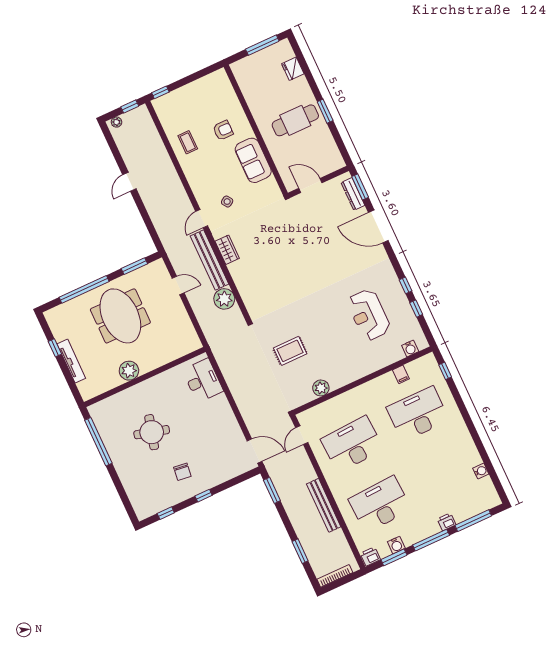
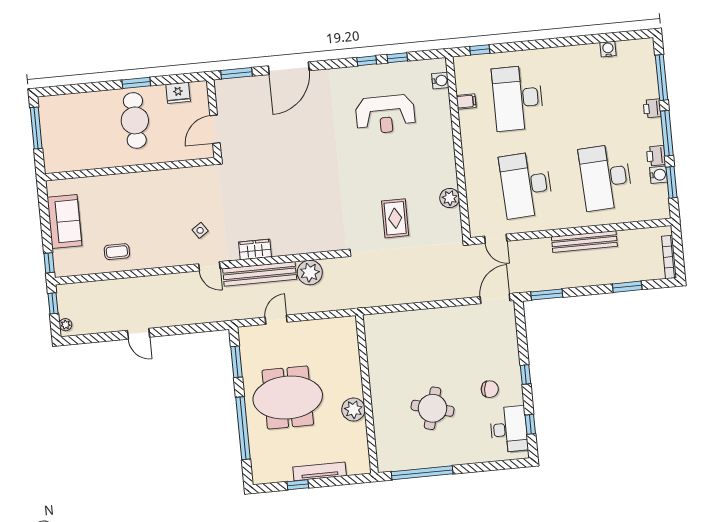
fridge: (293, 69) -> (178, 93), moved
armchair: (223, 130) -> (117, 207), removed
sofa: (253, 160) -> (64, 222), moved, turned -90
dresser: (353, 194) -> (242, 84), removed
desk: (203, 380) -> (509, 429), moved, turned 90
printer: (370, 556) -> (656, 156), moved

